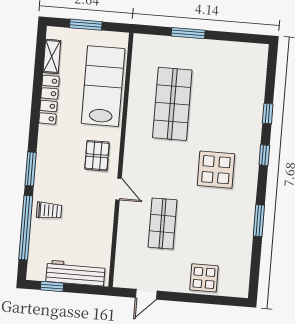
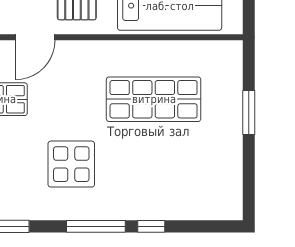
window: (264, 155) -> (96, 226), width x2.17
door: (118, 189) -> (35, 37), width x1.38

